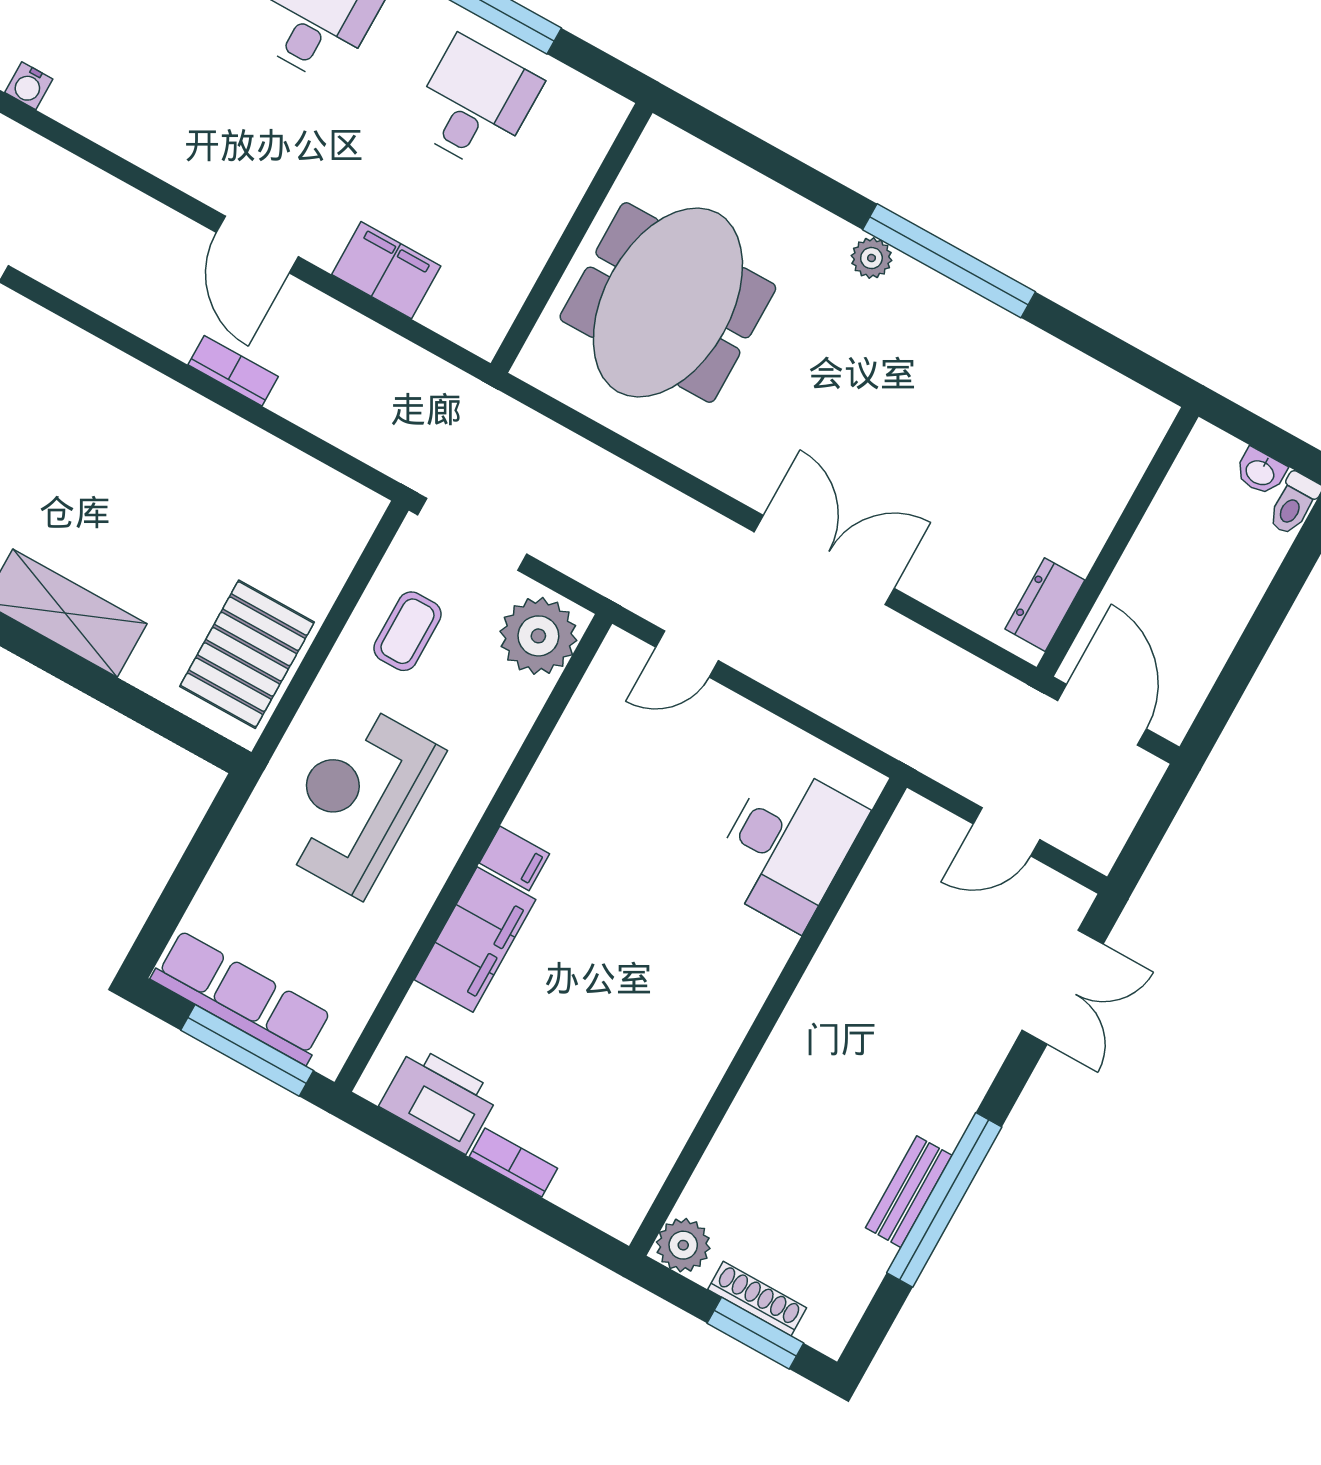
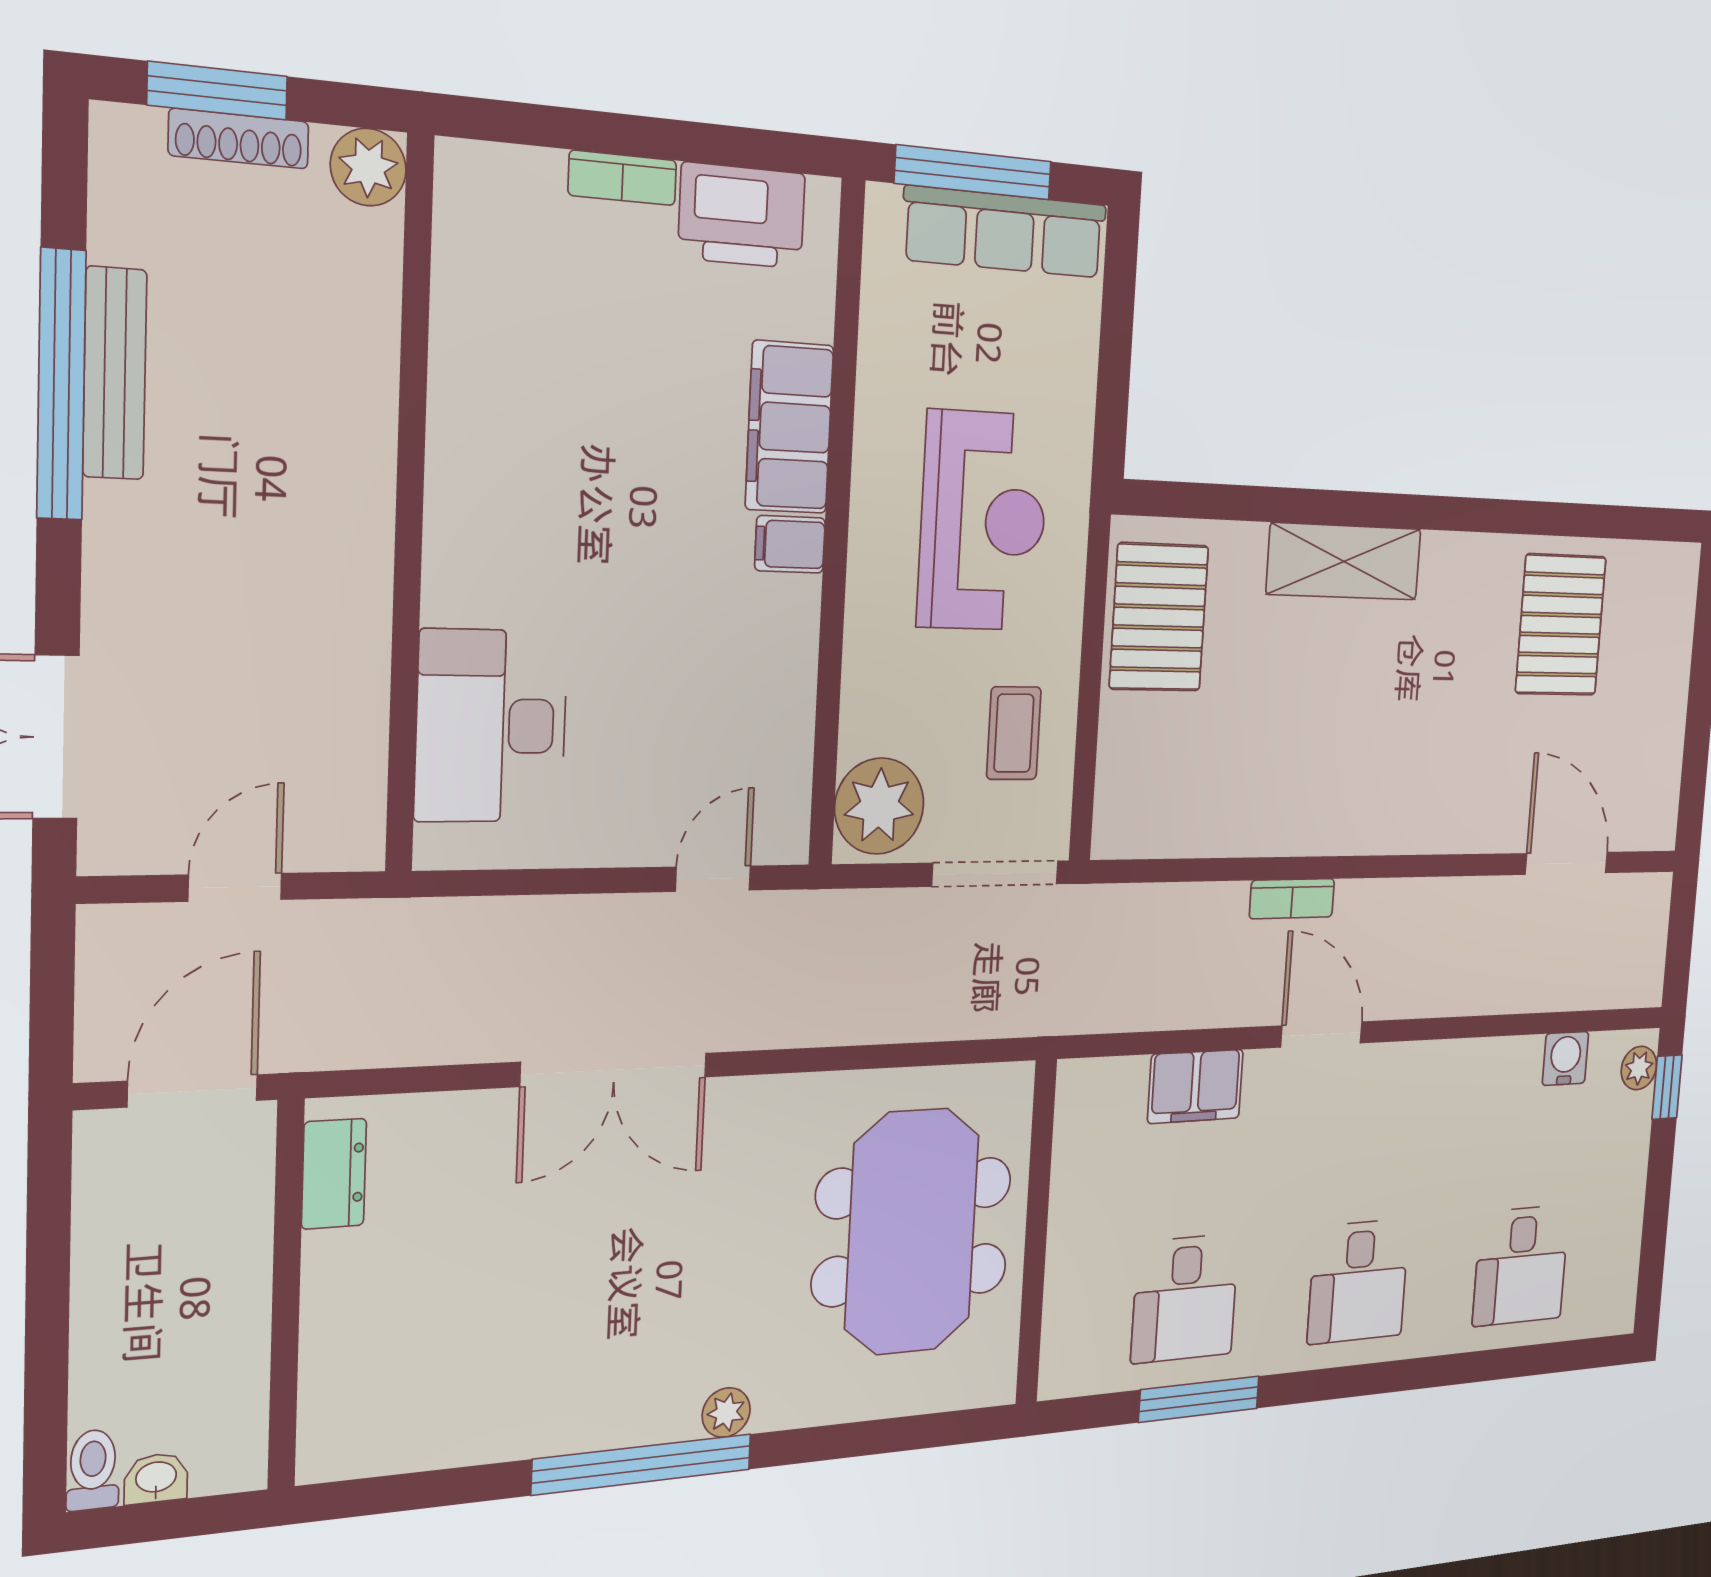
water cooler: (29, 86) -> (1565, 1058), width x1.38, depth x1.38
door: (1102, 715) -> (193, 1091), swing flipped
bench: (909, 1192) -> (115, 373), width x1.36

